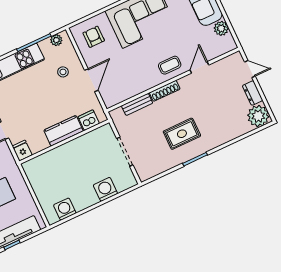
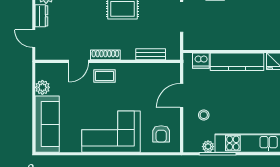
plant: (56, 40) -> (208, 147), moved
shoe rack: (165, 91) -> (105, 55), moved
kitchen counter: (64, 131) -> (237, 62), width x1.50

